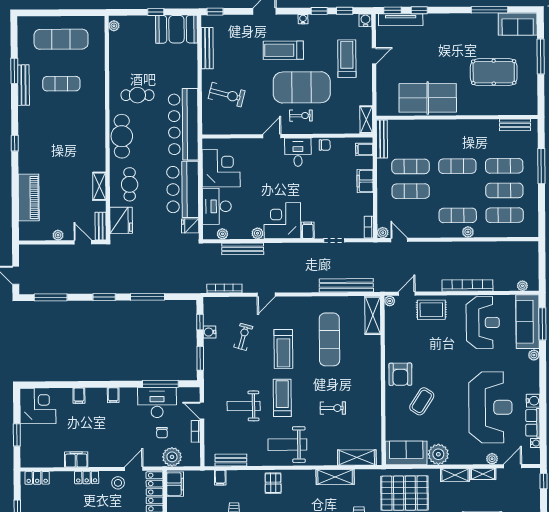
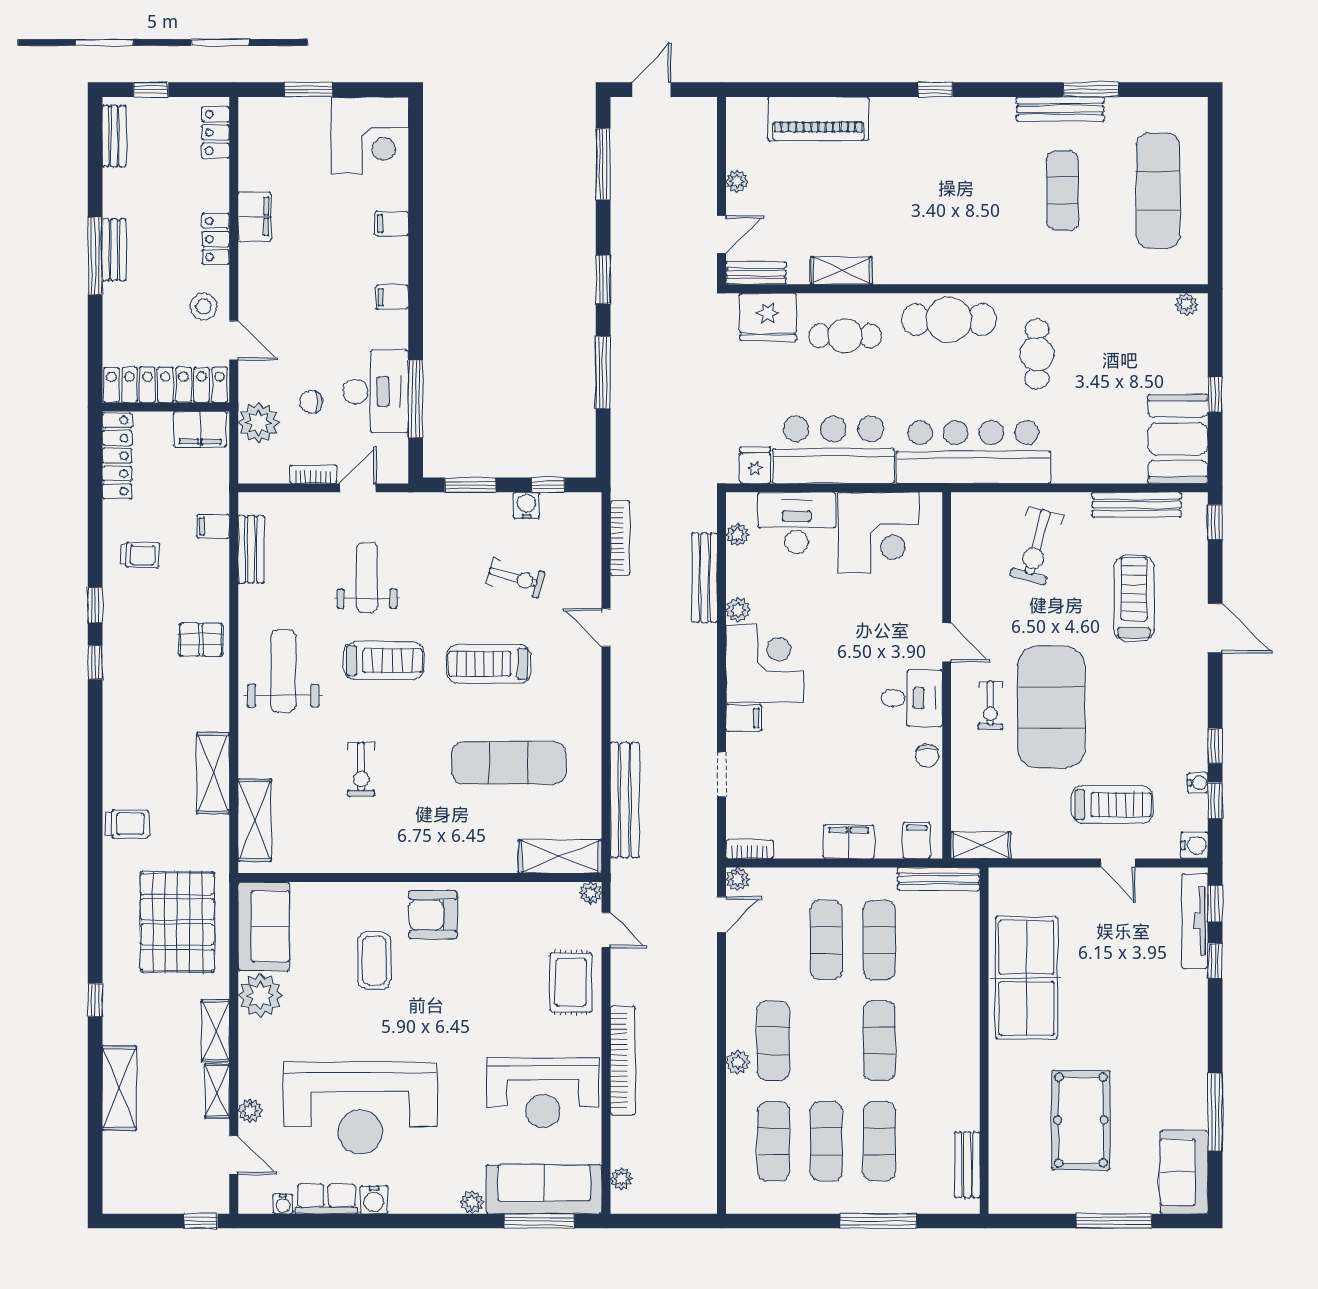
water cooler: (303, 19) -> (1198, 783), moved
treadmill: (283, 50) -> (1134, 598), moved
coffee table: (422, 401) -> (374, 961), turned 57

